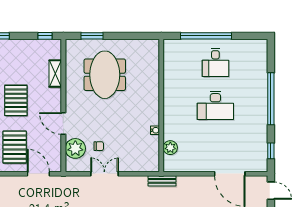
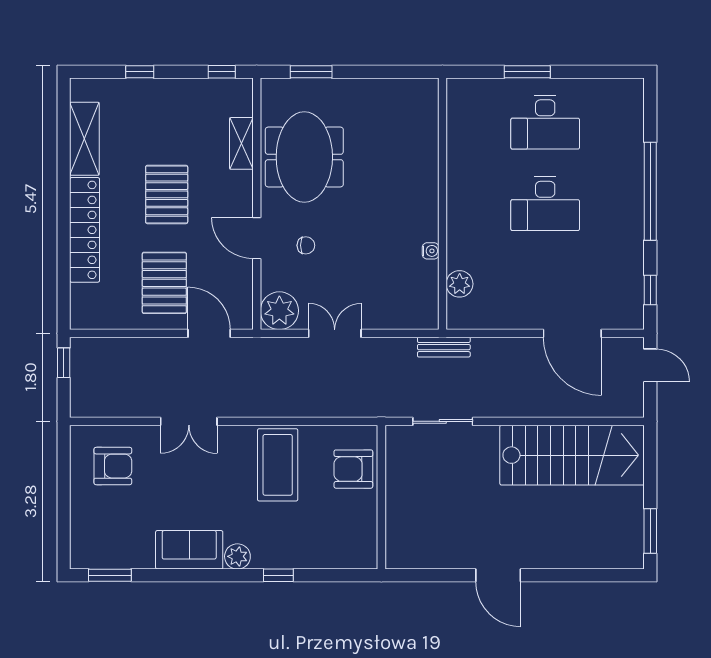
window: (206, 36) -> (527, 72), width x0.47
desk: (215, 62) -> (545, 122), width x1.37
meeting table: (105, 75) -> (304, 157), moved
chair: (99, 146) -> (306, 245), moved
plant: (75, 148) -> (279, 311), moved

